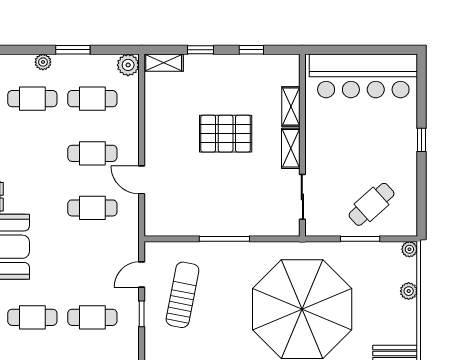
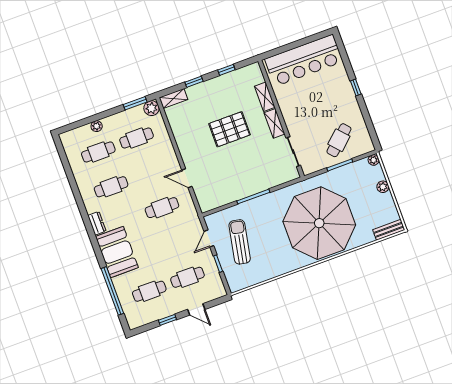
window: (73, 50) -> (135, 103), moved
cafe table: (92, 153) -> (111, 187), moved

